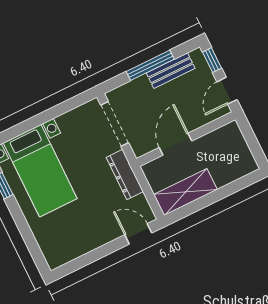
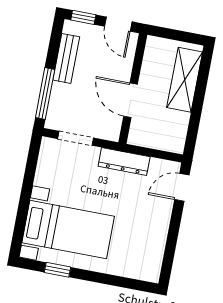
window: (150, 65) -> (45, 93), moved
doorway: (115, 124) -> (76, 138), width x0.73
shelving: (185, 192) -> (185, 80), moved

